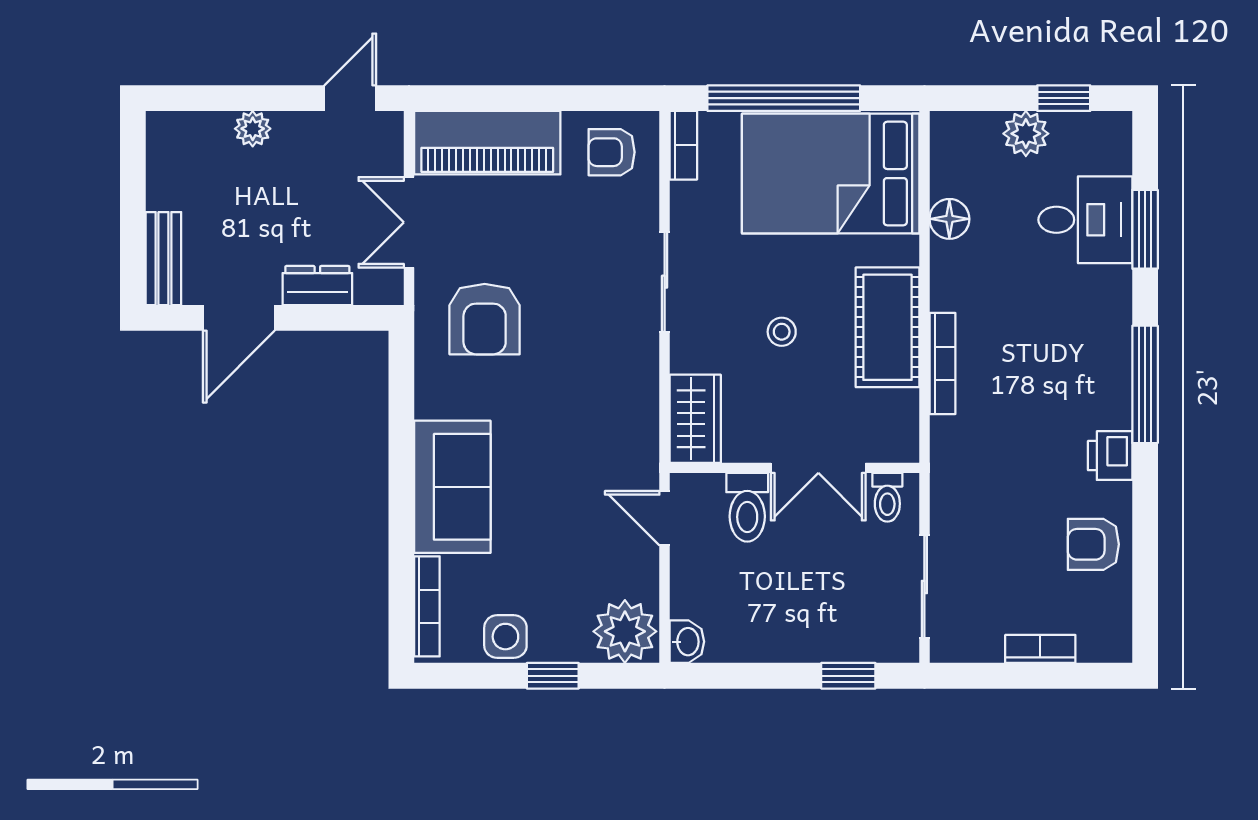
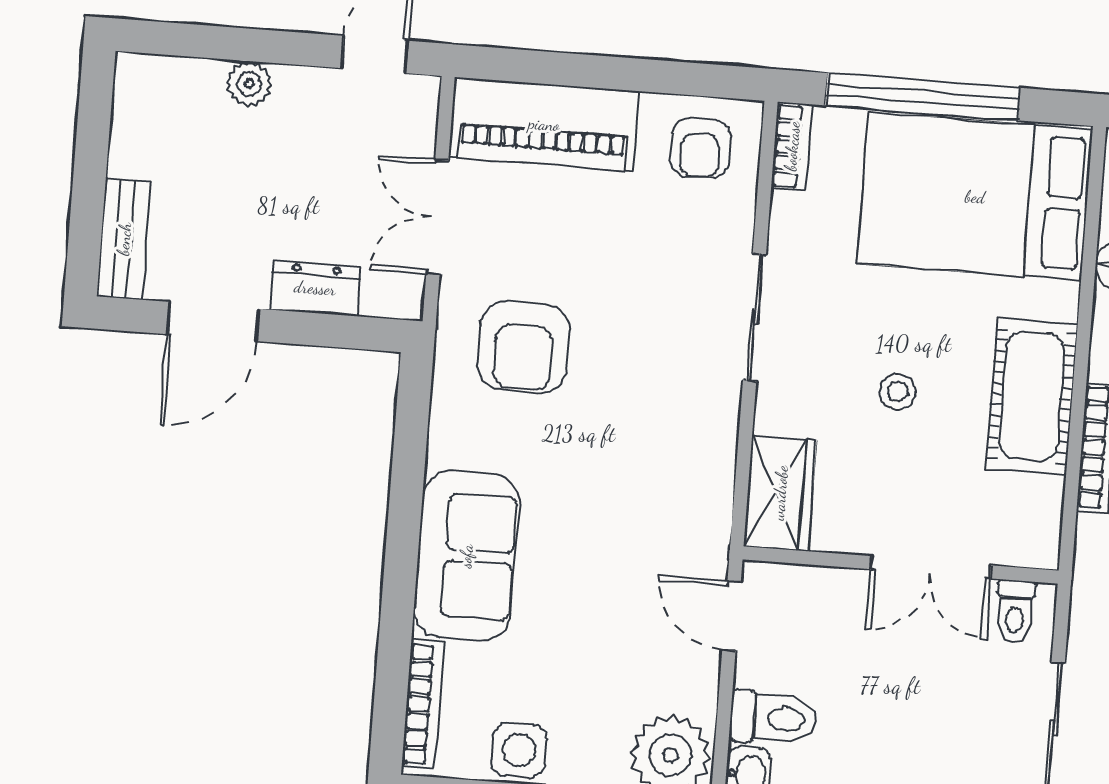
armchair: (612, 152) -> (700, 148), turned -90
toilet: (747, 507) -> (774, 718), moved, turned -90

